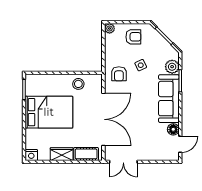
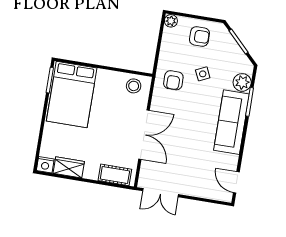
stool: (78, 84) -> (134, 86), moved
bed: (49, 112) -> (72, 94), moved, turned 90
double door: (103, 119) -> (144, 135), width x0.73
floor lamp: (173, 129) -> (231, 162), removed
door: (180, 144) -> (236, 182), swing flipped
wardrobe: (62, 154) -> (69, 167), moved

